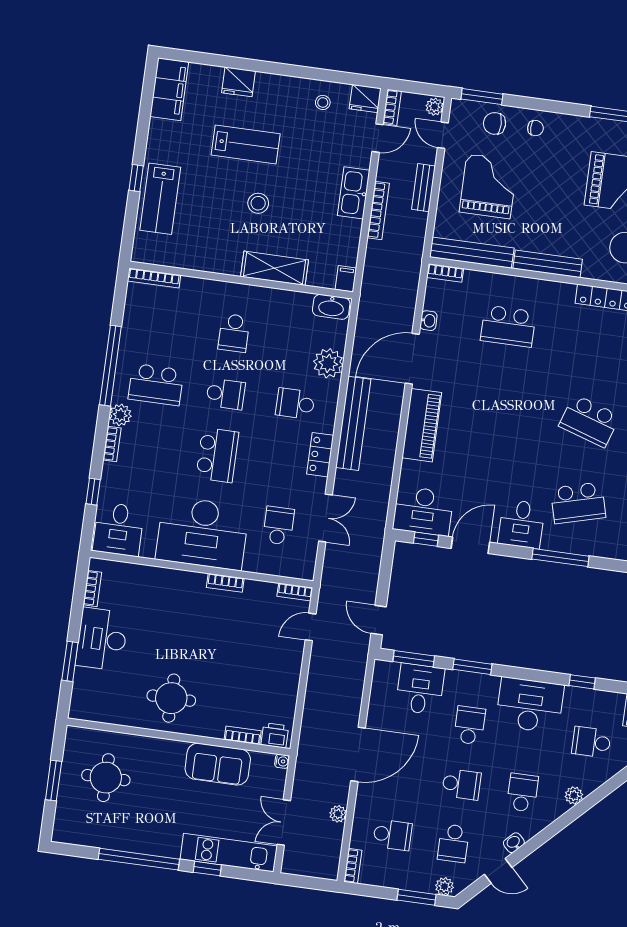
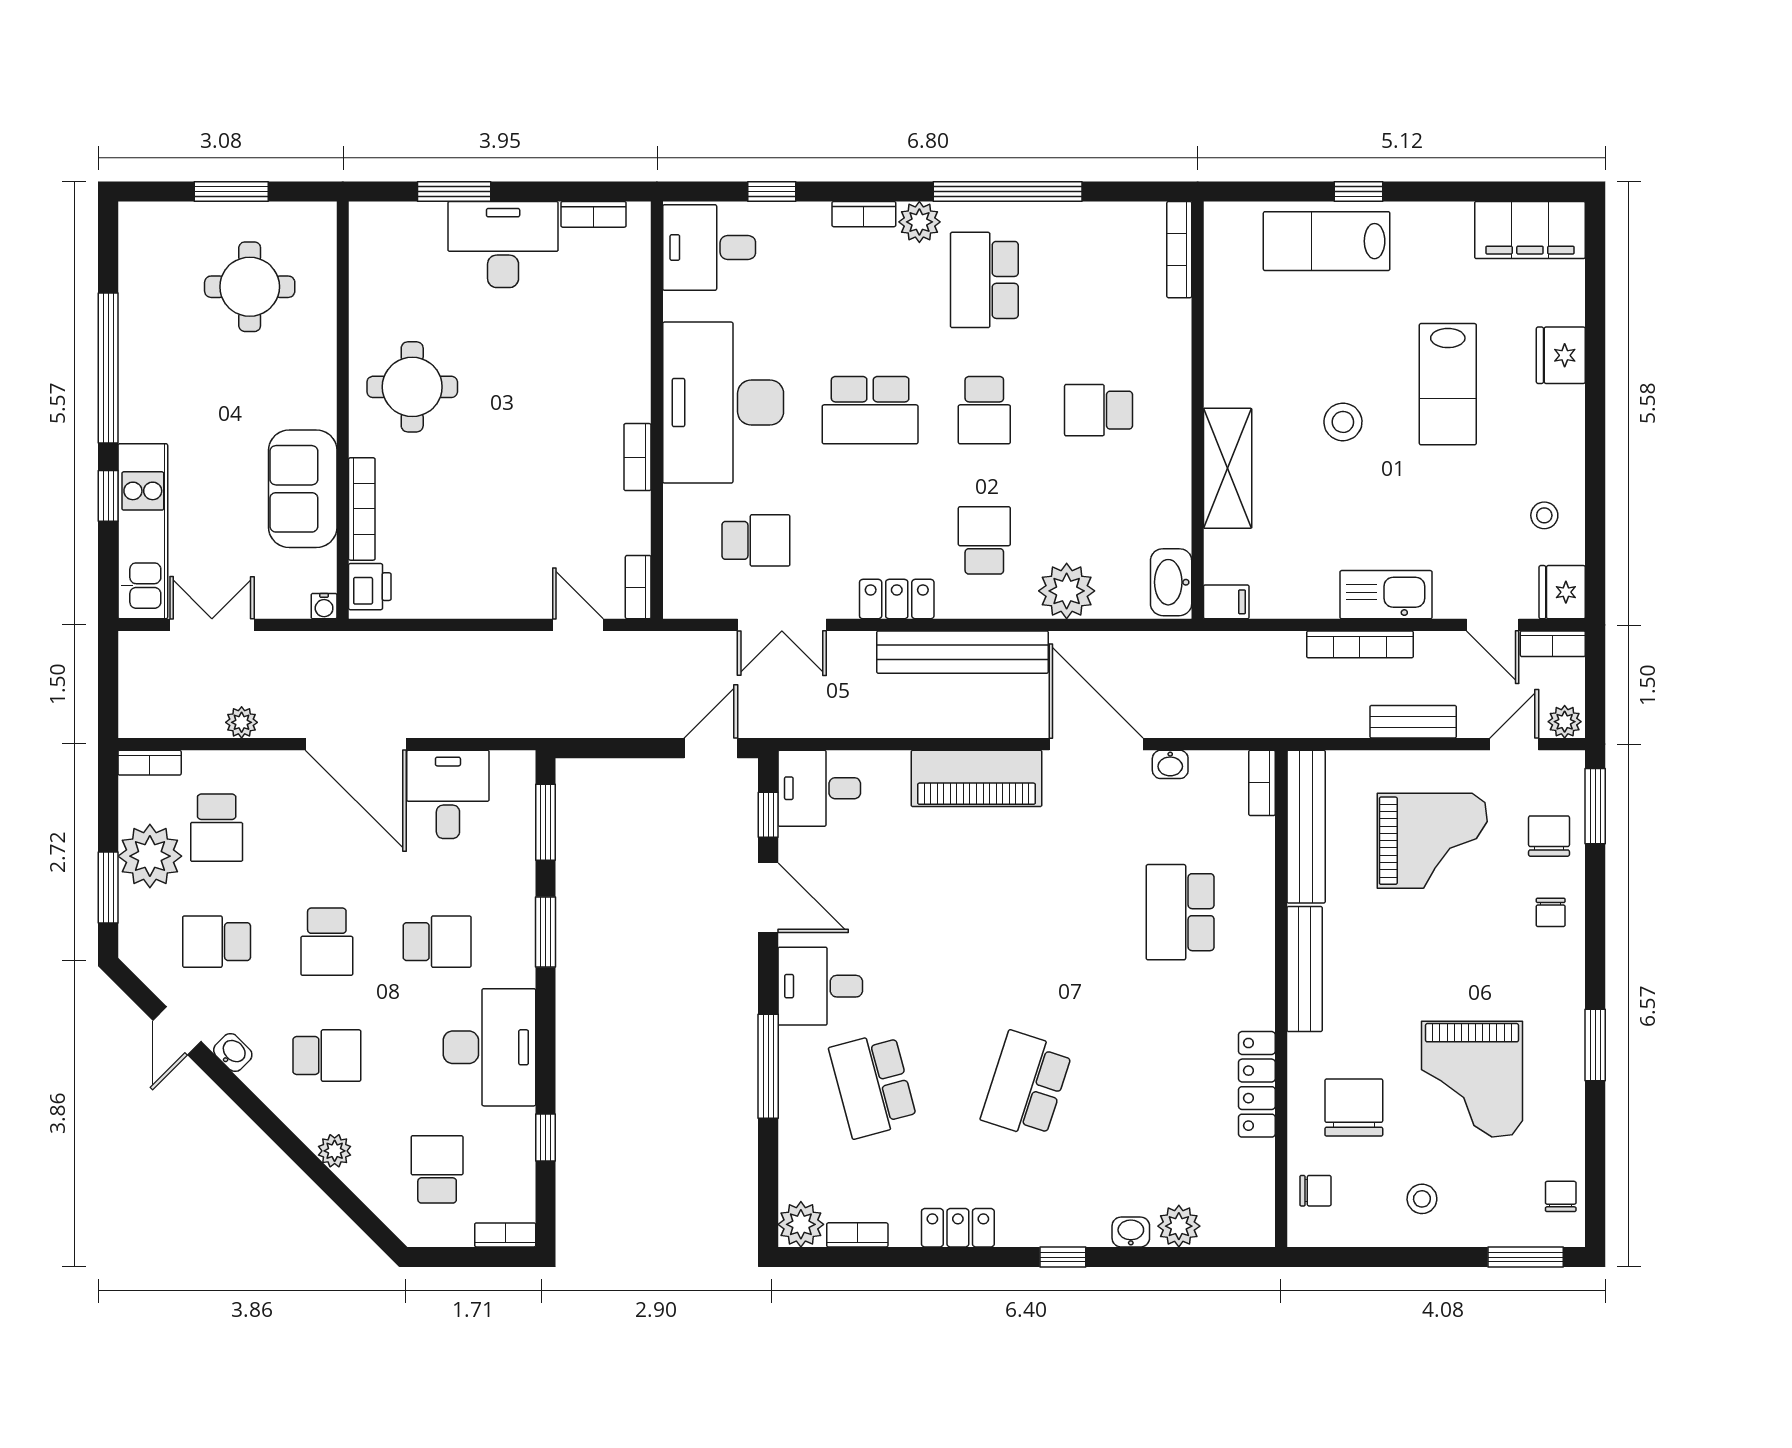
desk: (423, 511) -> (819, 788), width x0.73
door: (379, 620) -> (711, 748), moved
desk: (420, 689) -> (448, 794), moved, turned -90
bookcase: (243, 735) -> (362, 509), width x1.56
plant: (444, 886) -> (150, 856), moved, width x1.88, depth x1.88

